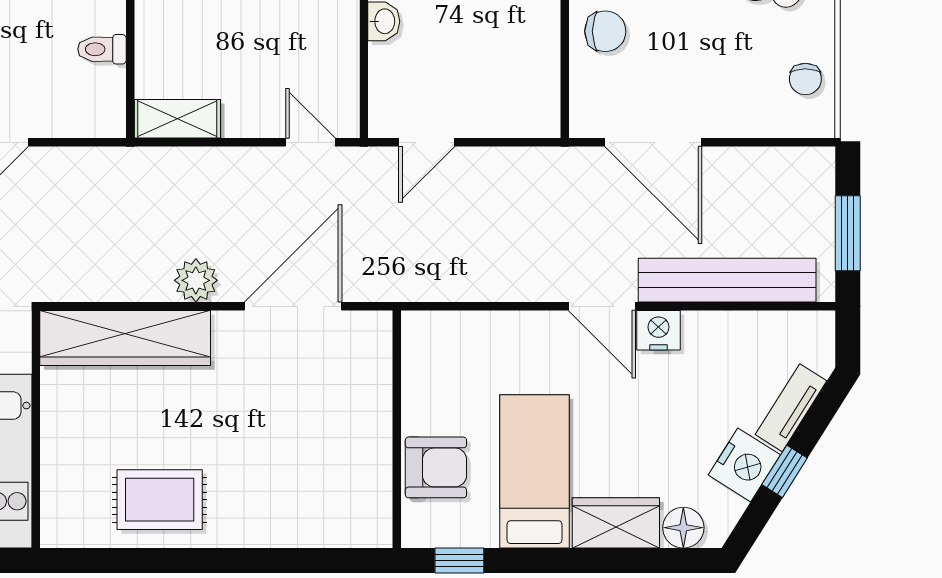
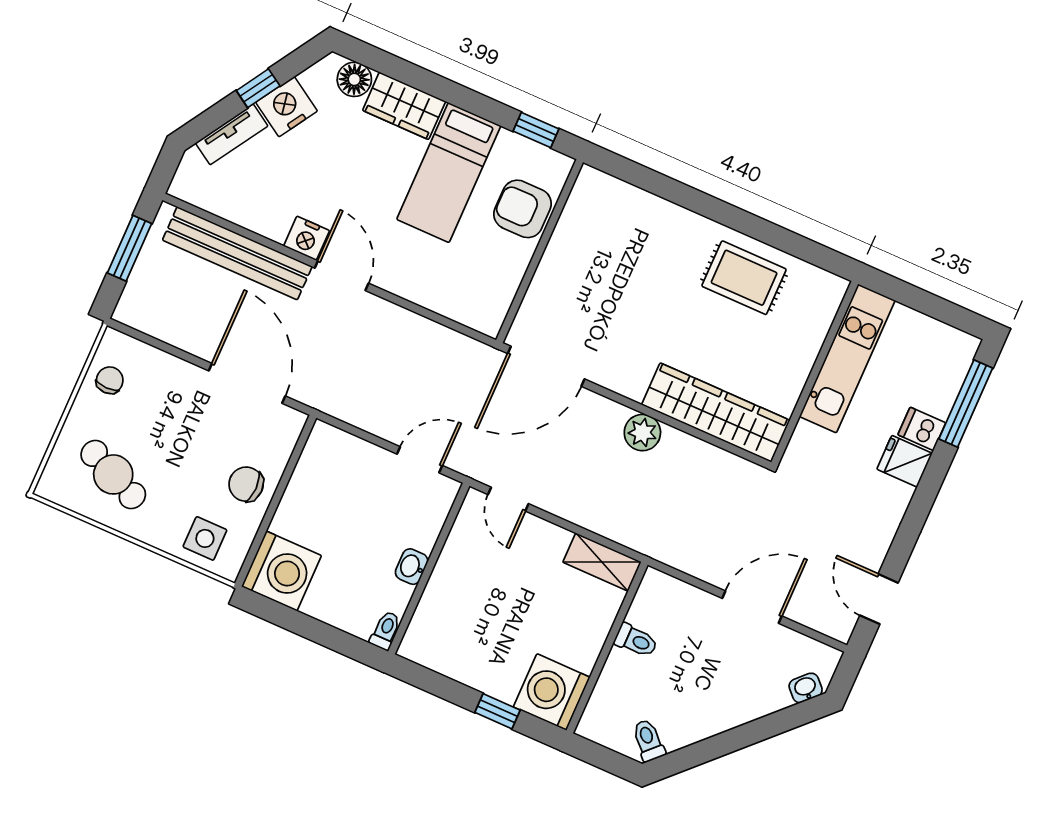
door: (293, 306) -> (546, 366), moved

